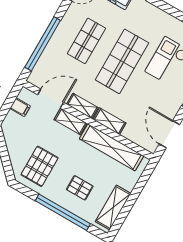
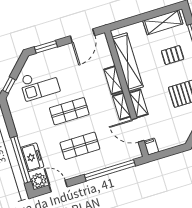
shop shelf: (122, 61) -> (69, 111), width x0.70, depth x0.74
filing cabinet: (20, 107) -> (151, 146), moved
pallet: (80, 188) -> (173, 55), turned 90

